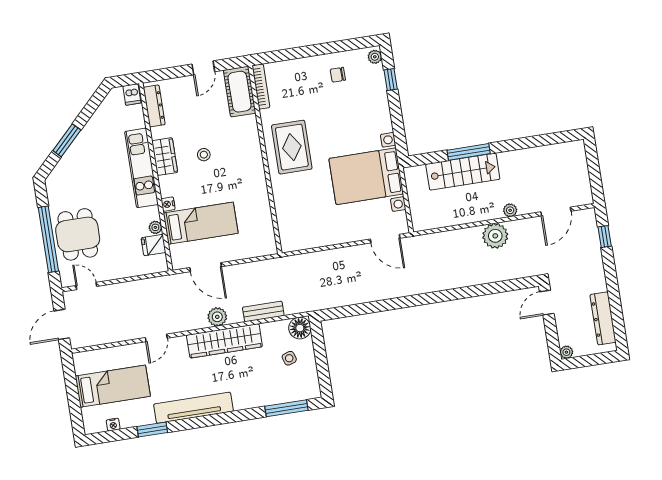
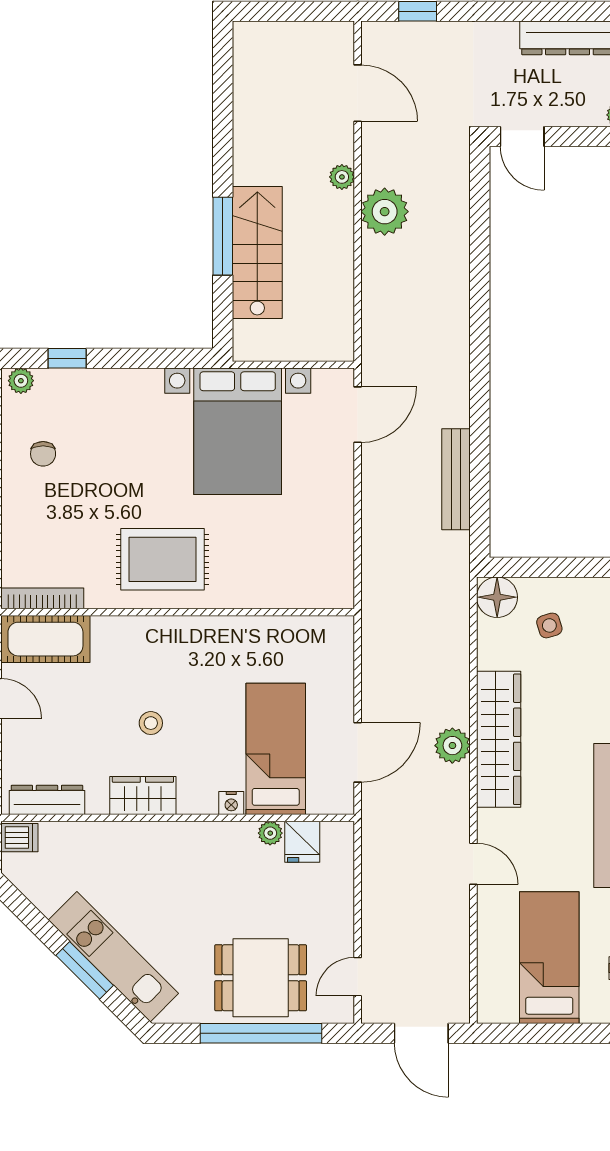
kitchen unit: (141, 168) -> (113, 957), moved, turned -135
bench: (263, 311) -> (456, 479), moved, width x1.36

